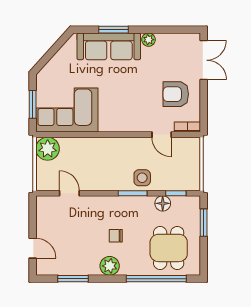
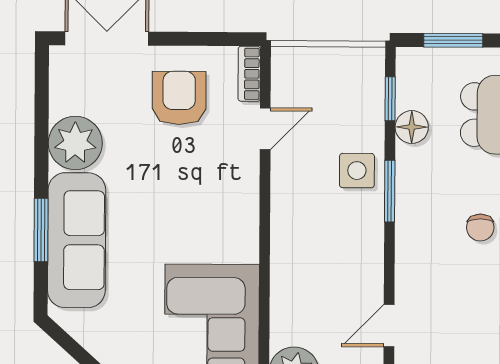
plant: (149, 40) -> (75, 143), width x1.87, depth x1.87
armchair: (176, 94) -> (179, 98), turned 180

